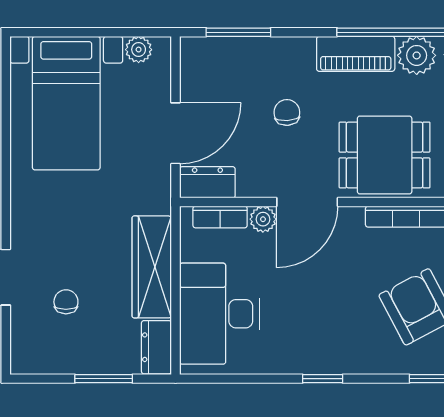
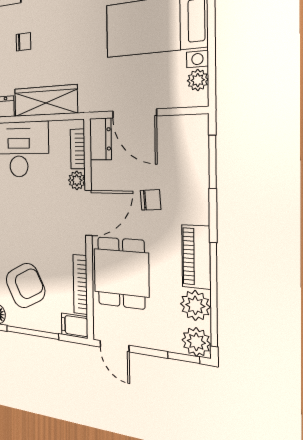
door: (307, 202) -> (88, 213), swing flipped

